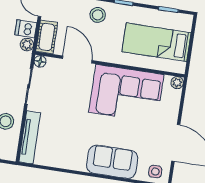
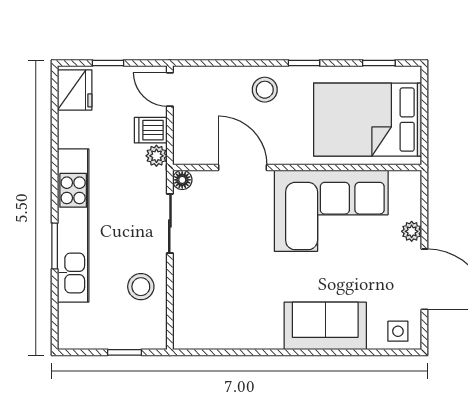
cot: (47, 37) -> (187, 138), removed
bed: (156, 42) -> (368, 120), width x1.50
plant: (177, 83) -> (412, 231), moved
tv unit: (30, 137) -> (184, 307), removed

